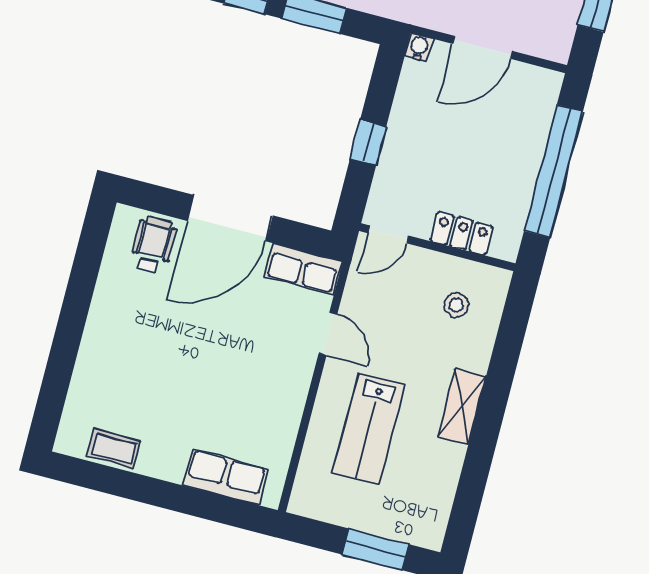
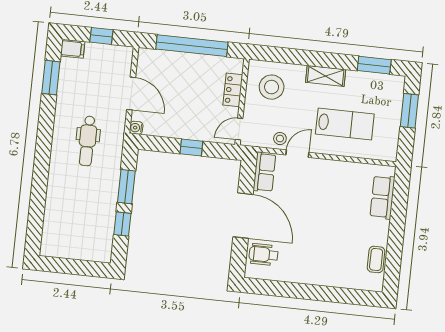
door: (389, 234) -> (239, 129), swing flipped
stool: (456, 305) -> (272, 87), width x1.89, depth x1.89
stool: (360, 306) -> (280, 139), added
window: (468, 498) -> (374, 65), added

